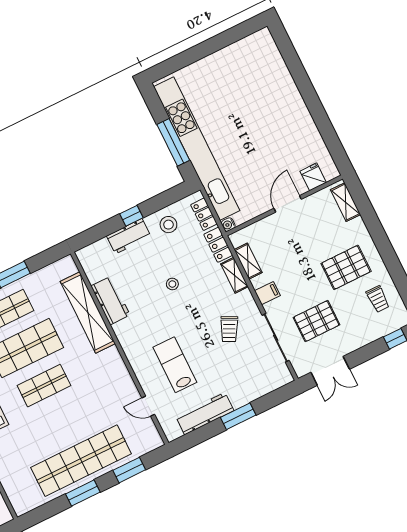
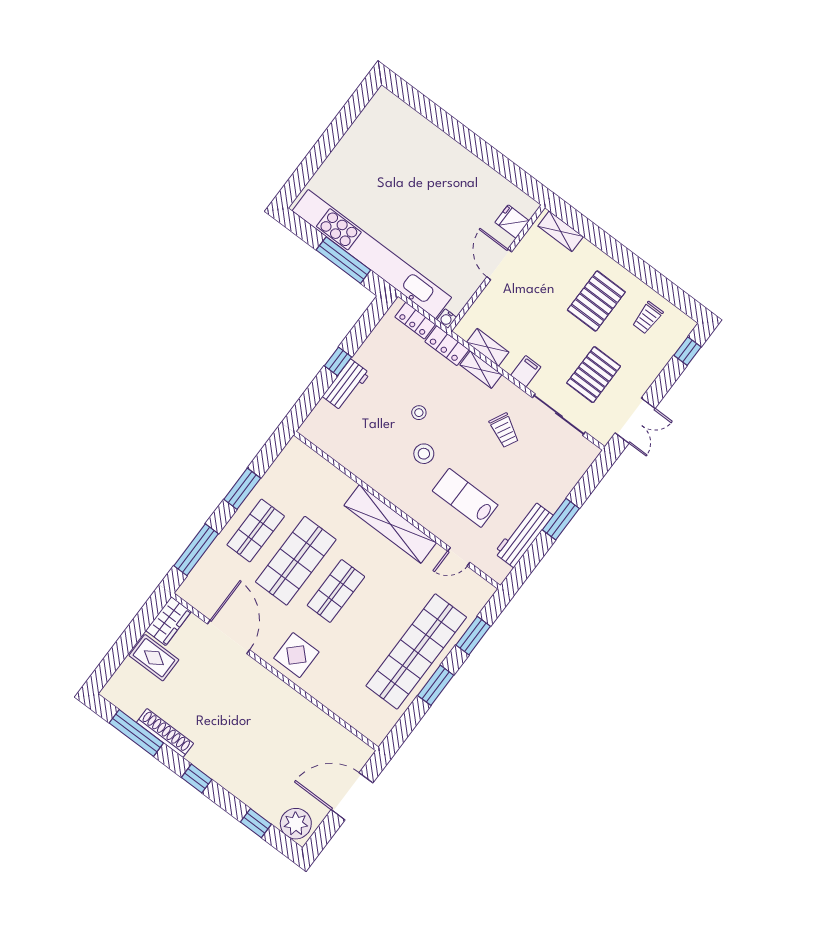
stool: (168, 225) -> (424, 454), moved
trolley: (378, 299) -> (648, 318), turned 90
workbench: (110, 301) -> (361, 464), removed
shelving: (88, 312) -> (390, 524), moved

